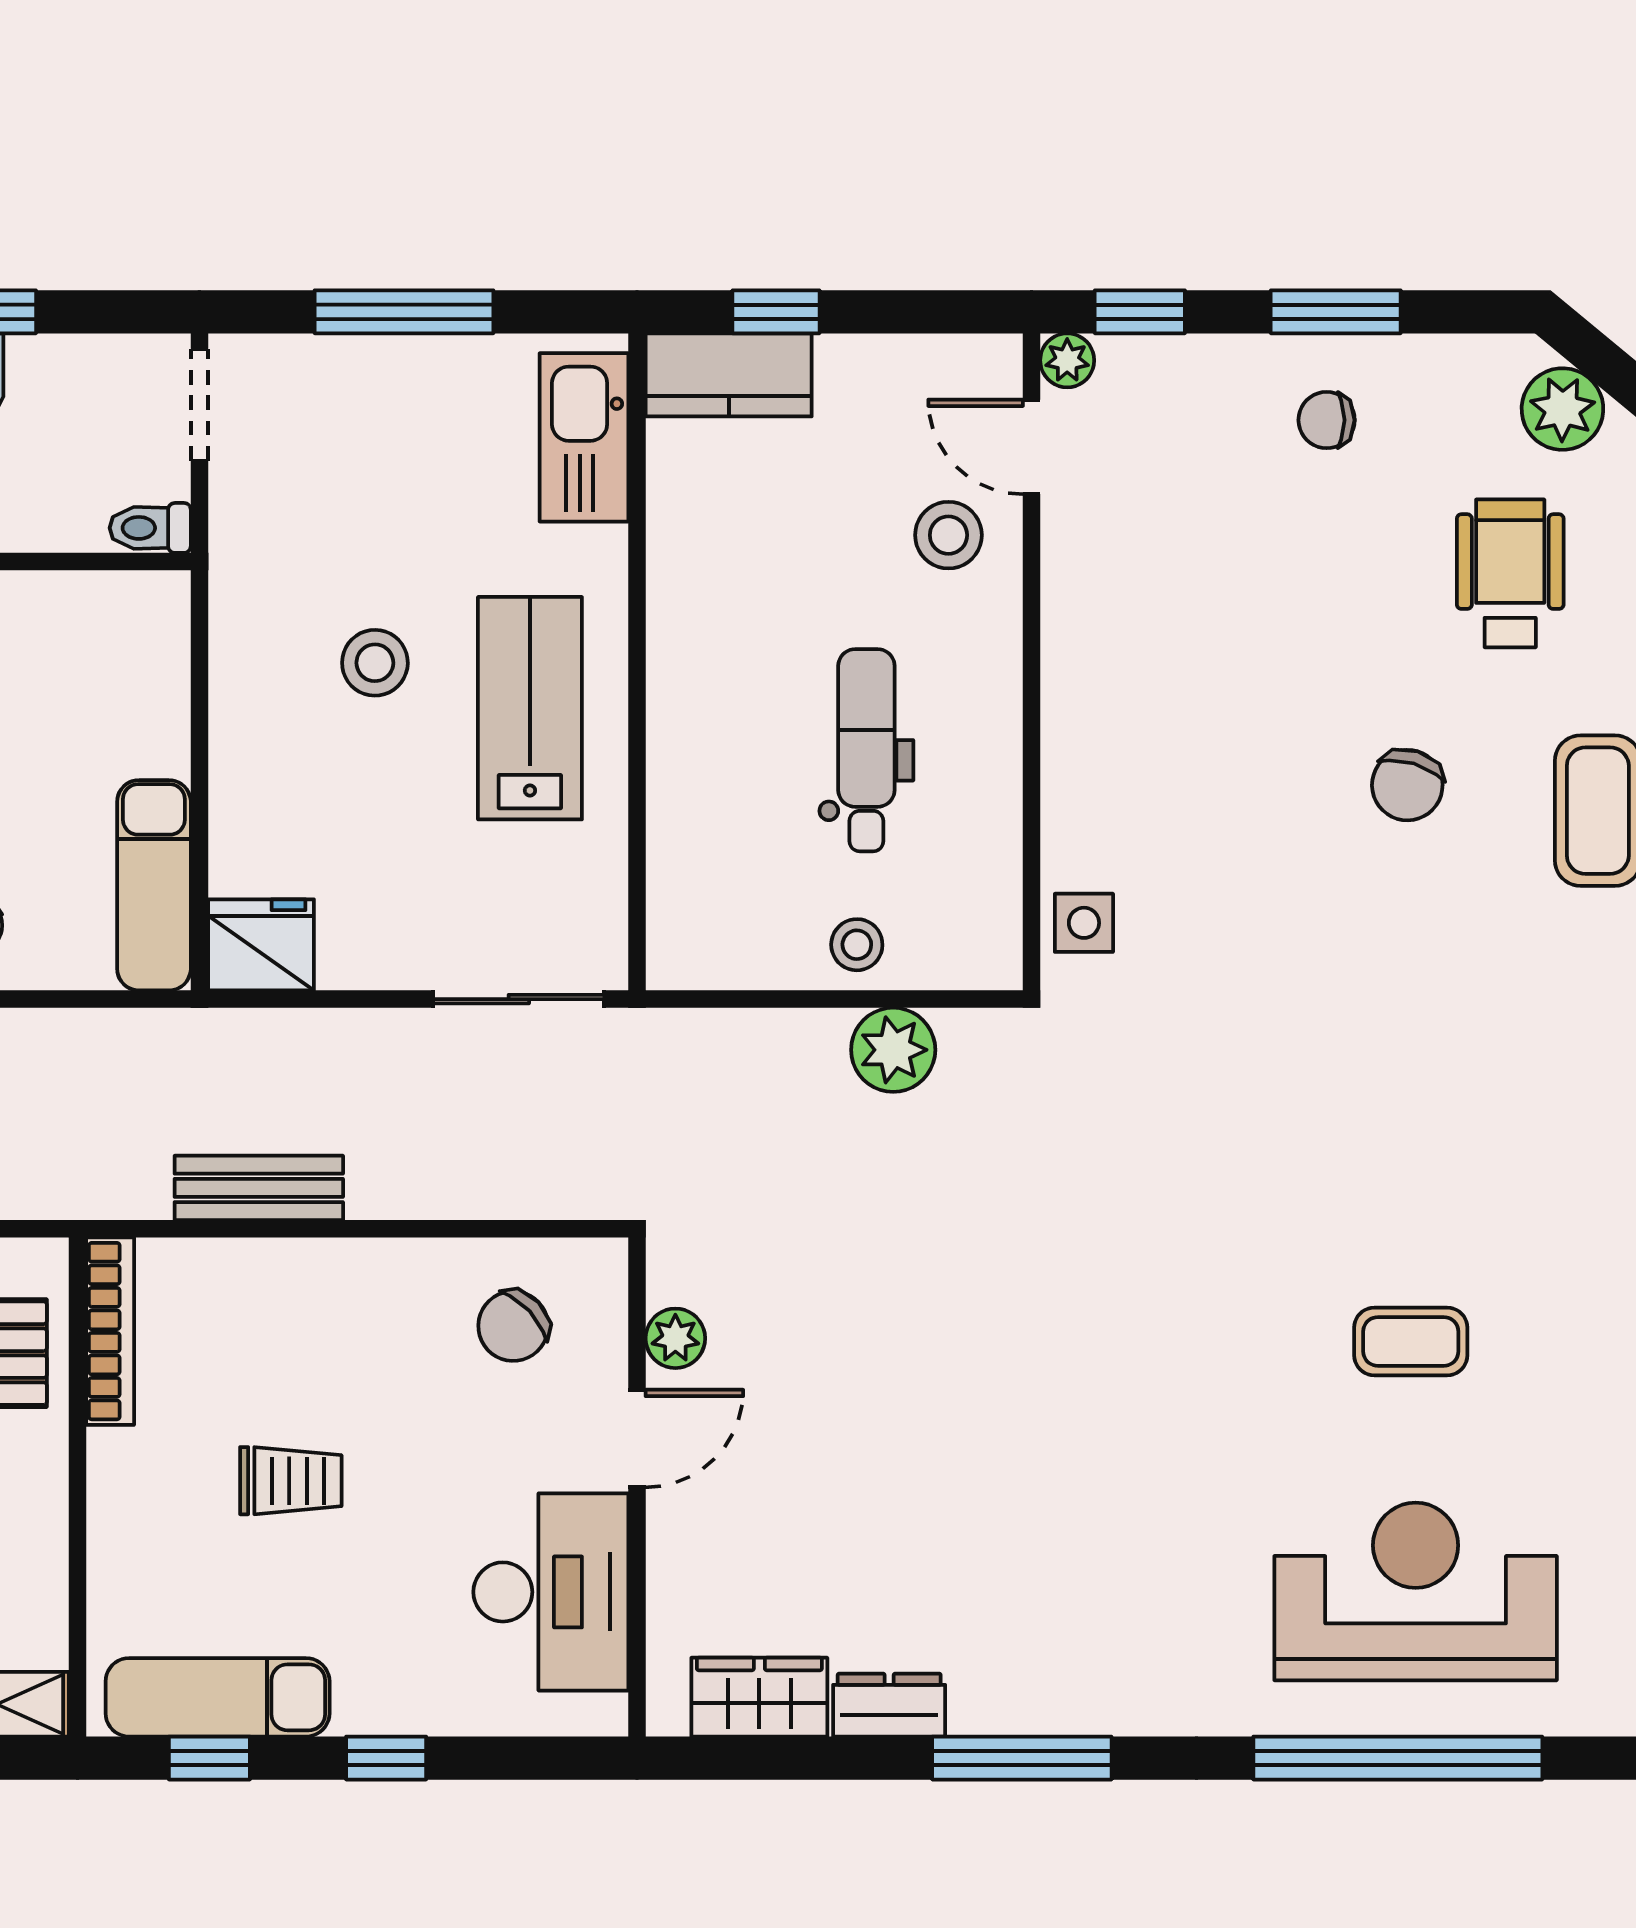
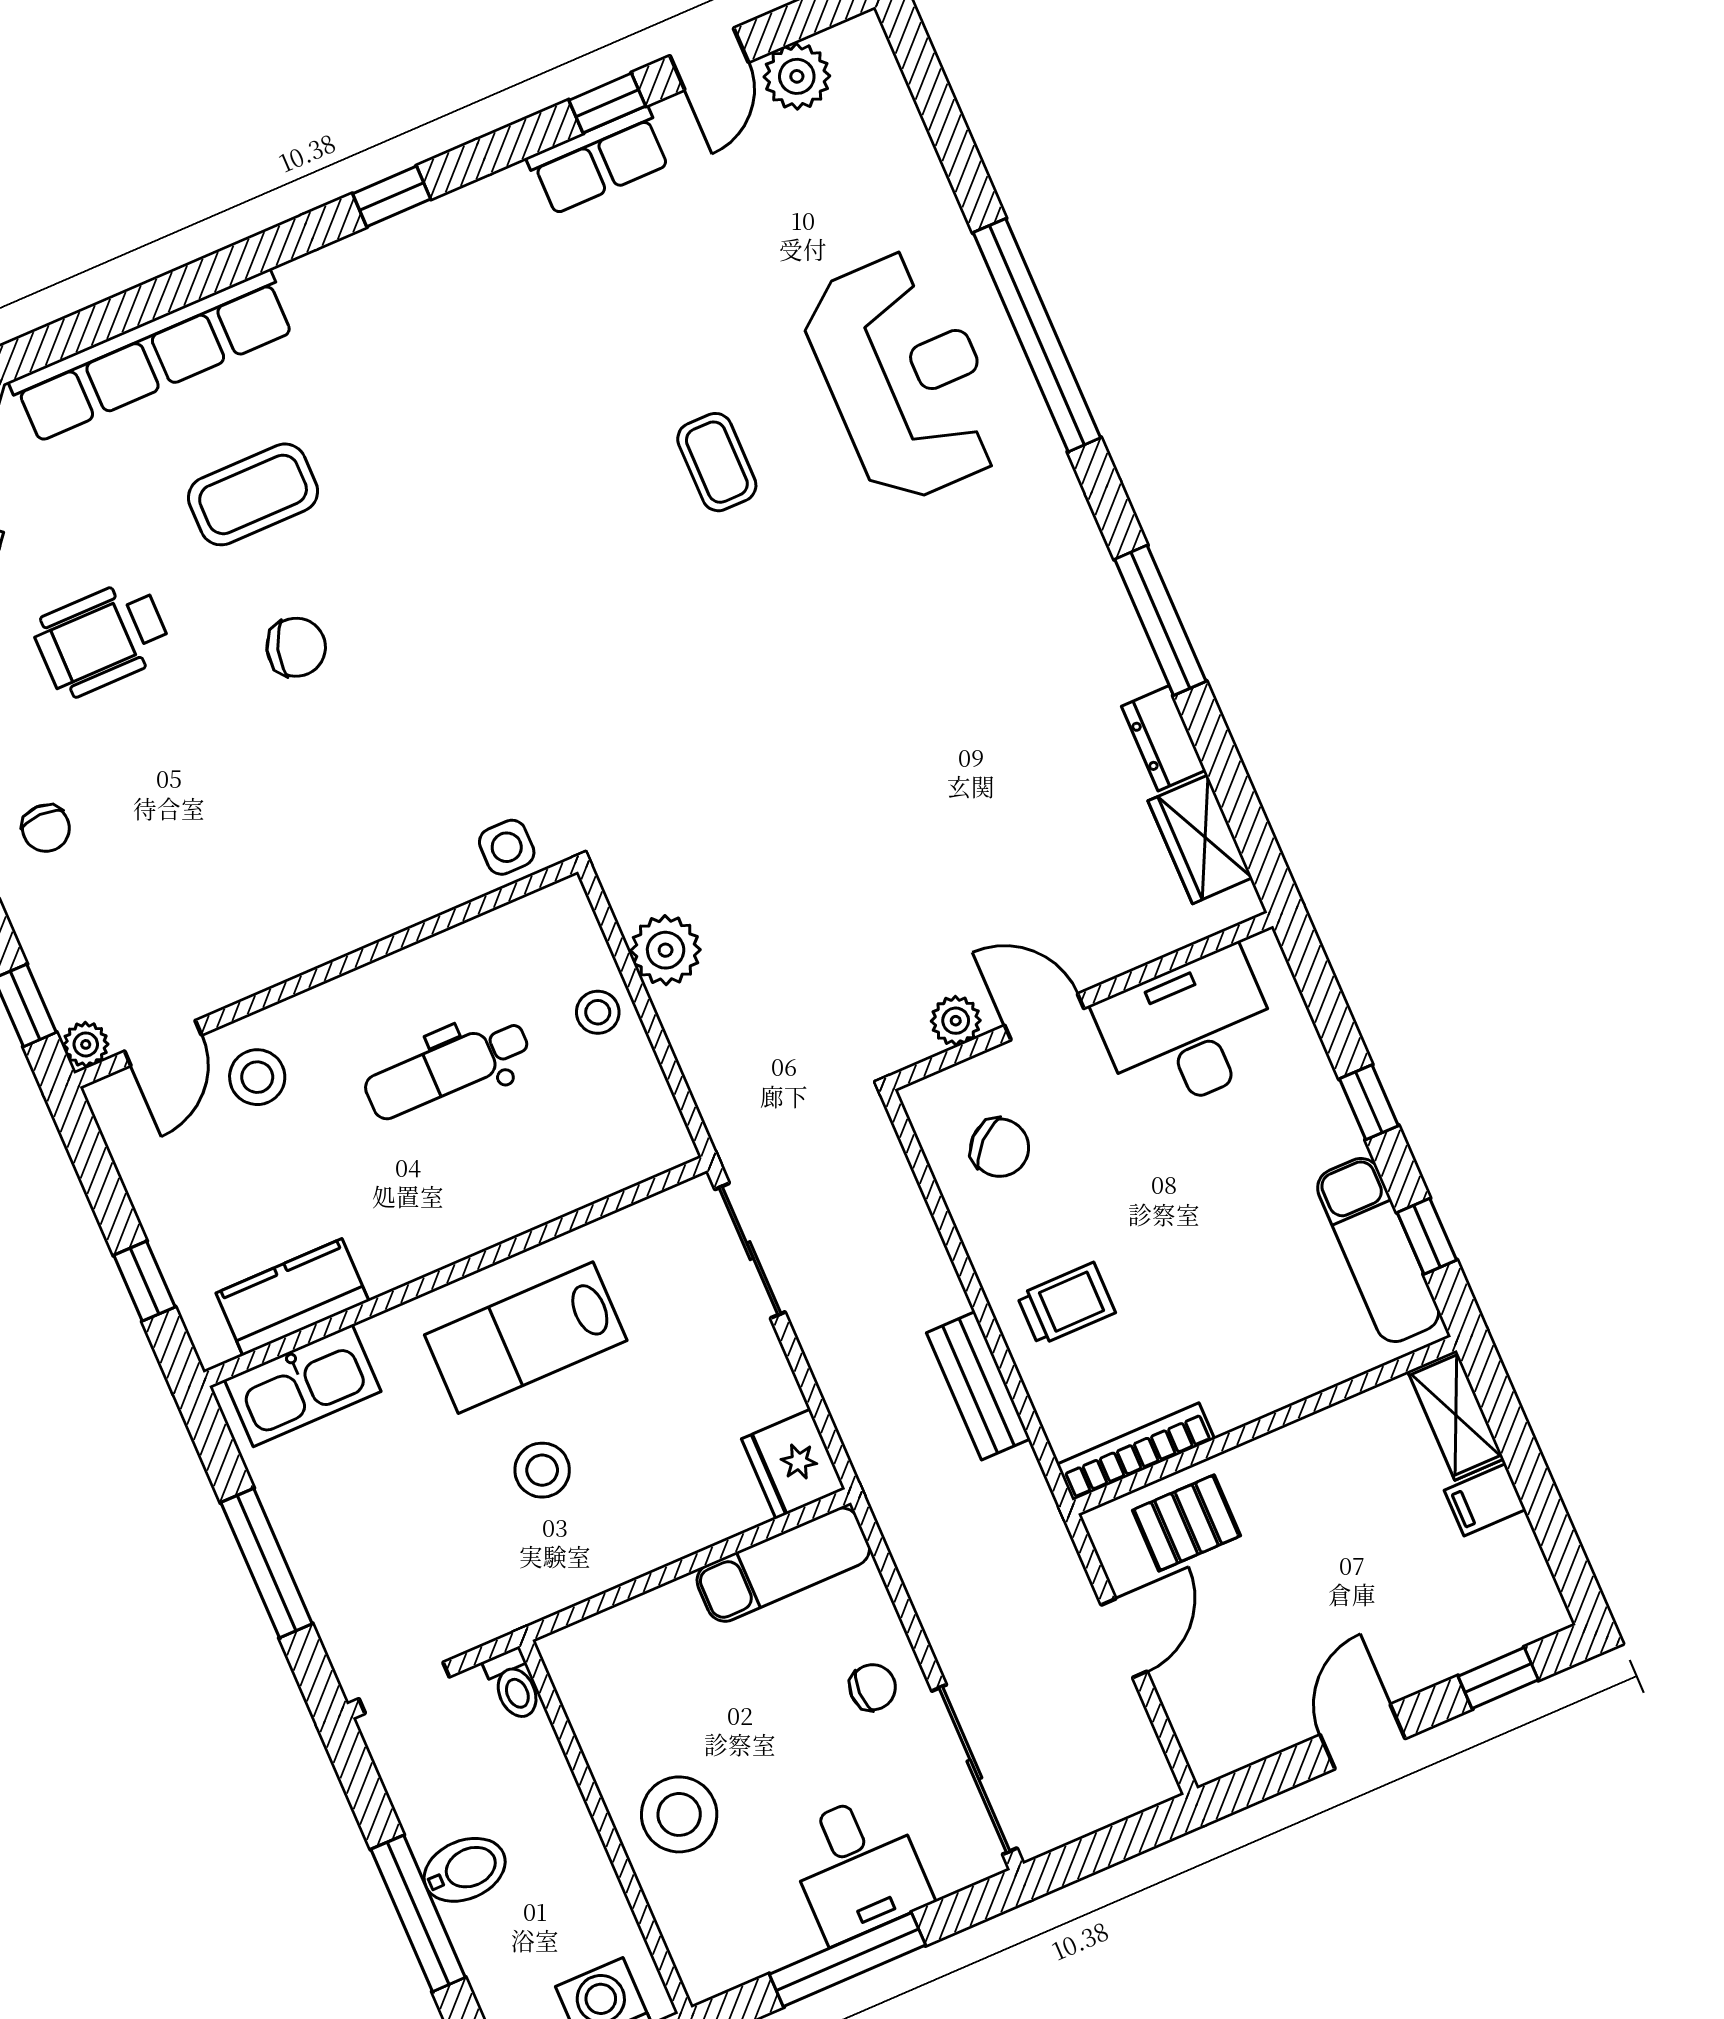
kitchen counter: (729, 375) -> (292, 1297), moved, turned -90
trolley: (291, 1481) -> (1066, 1304), moved, turned 90
reception desk: (1416, 1591) -> (905, 376), turned 180

